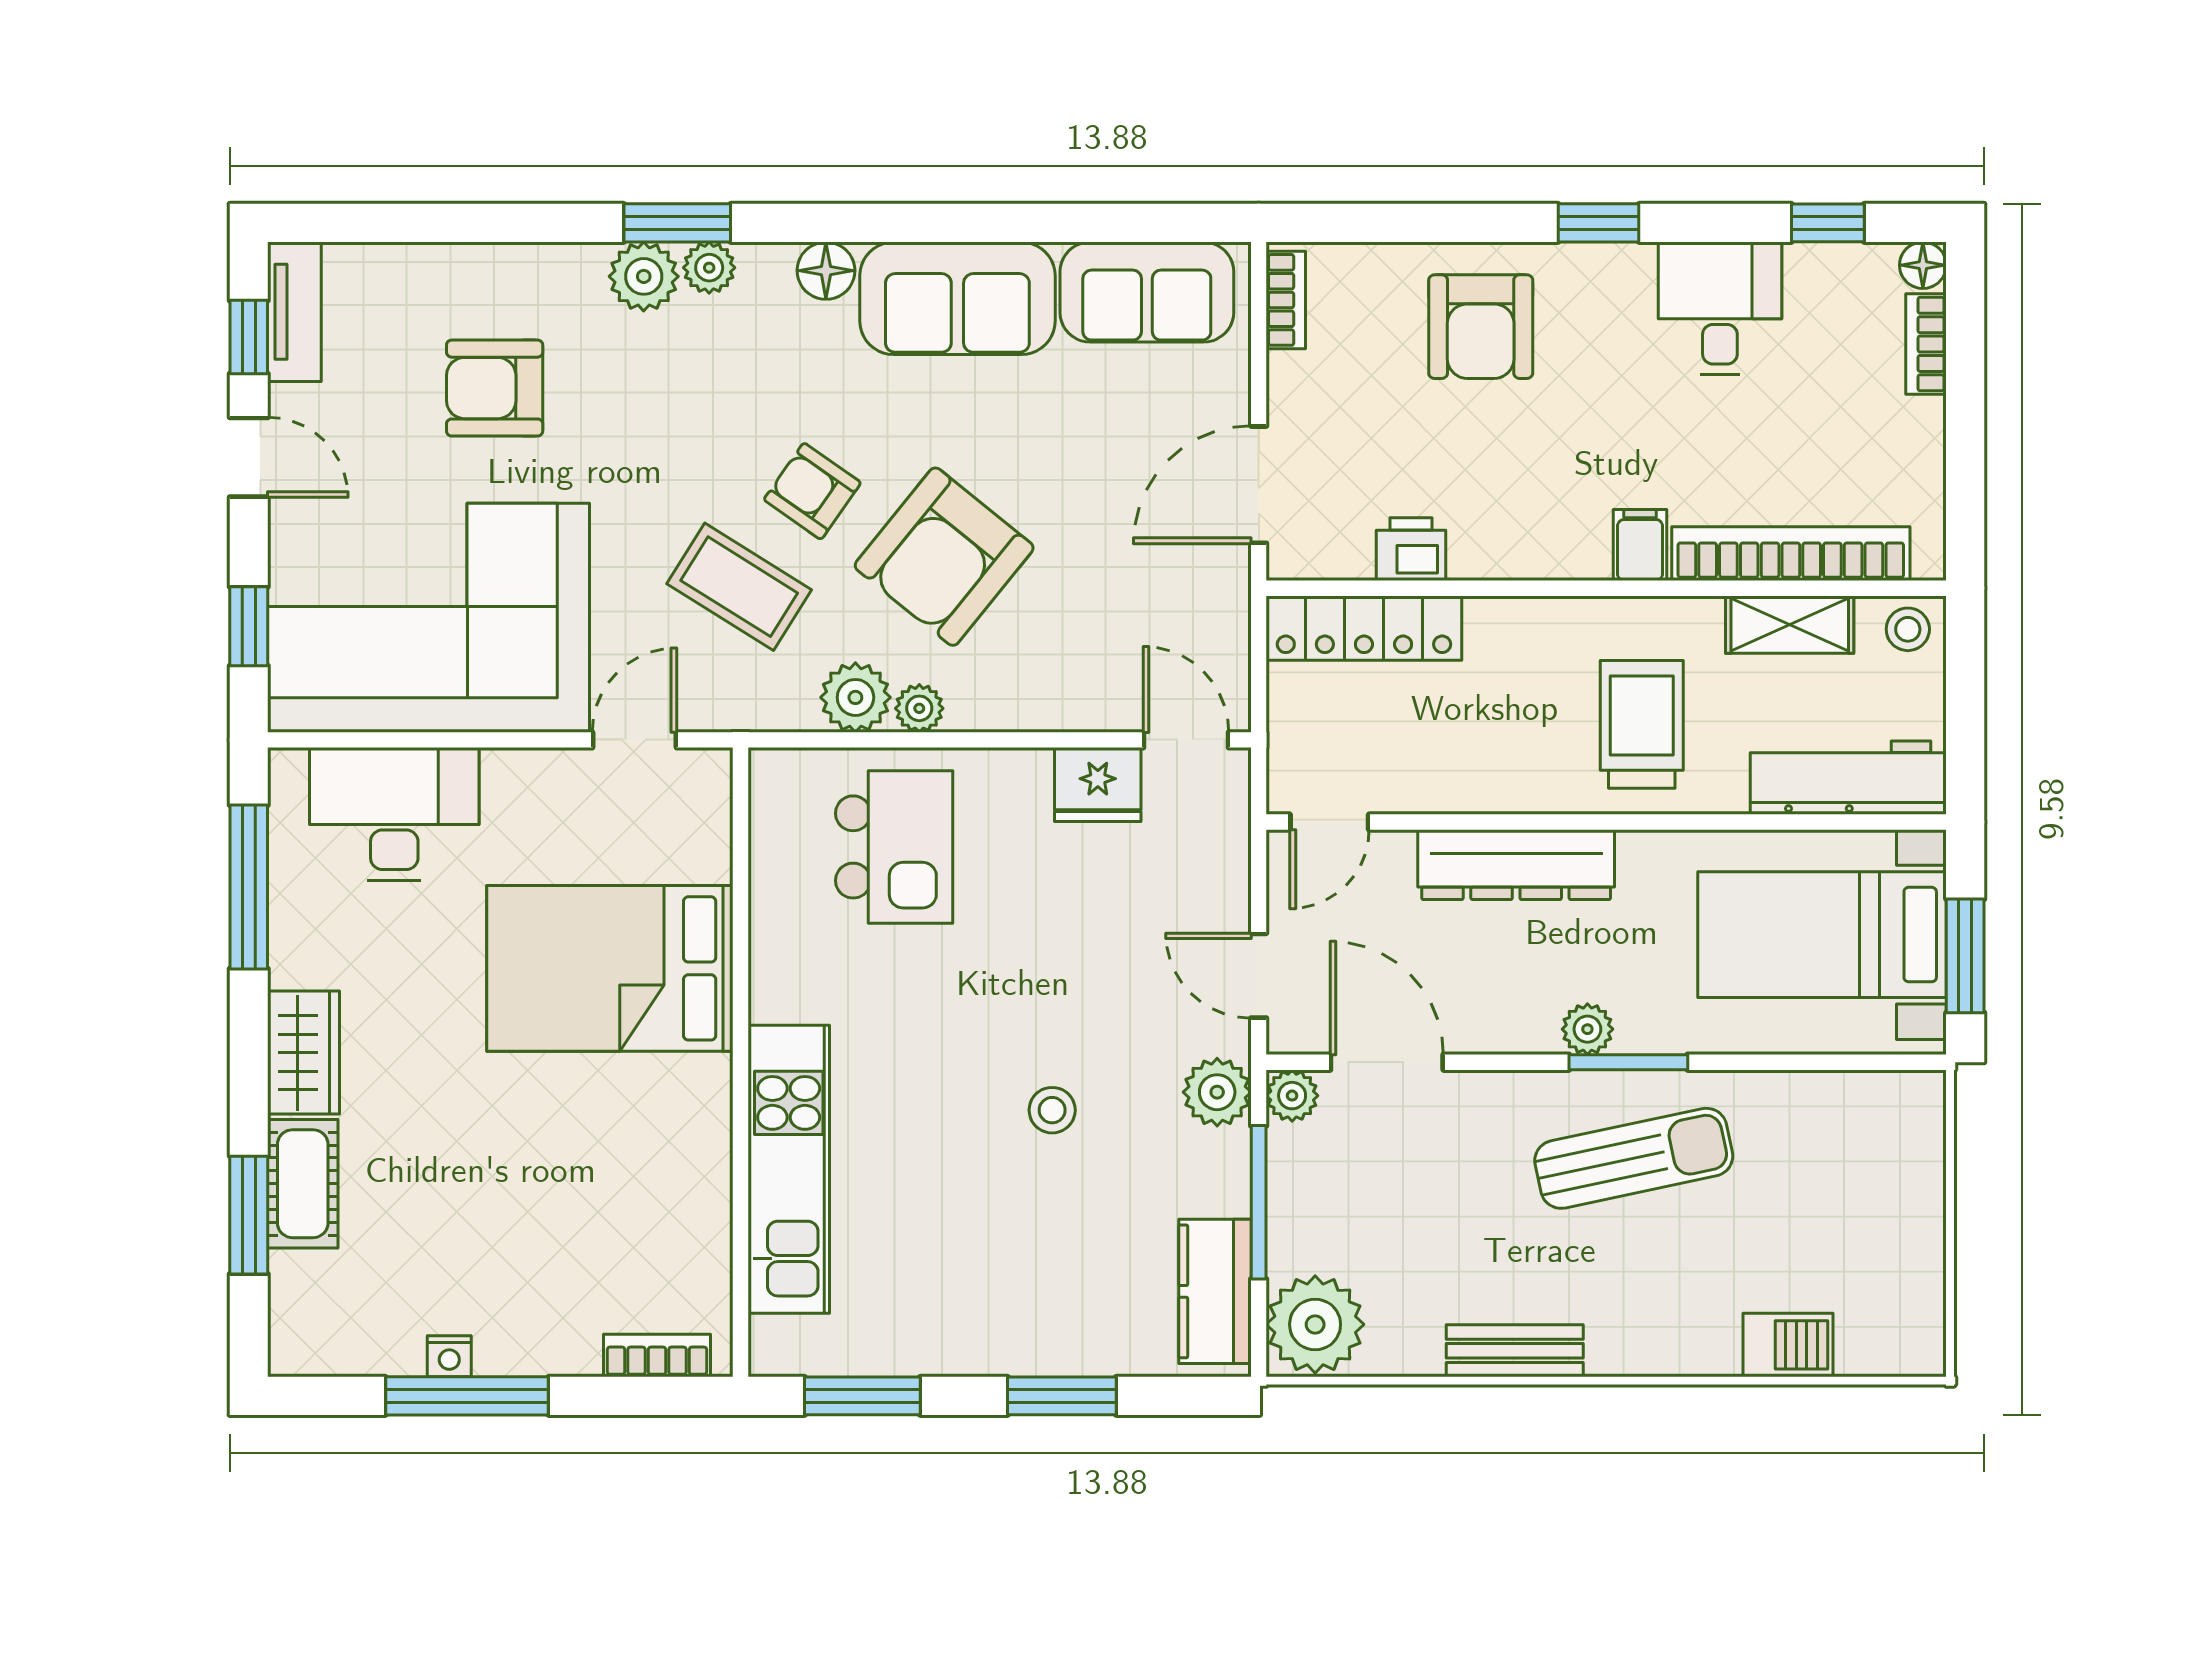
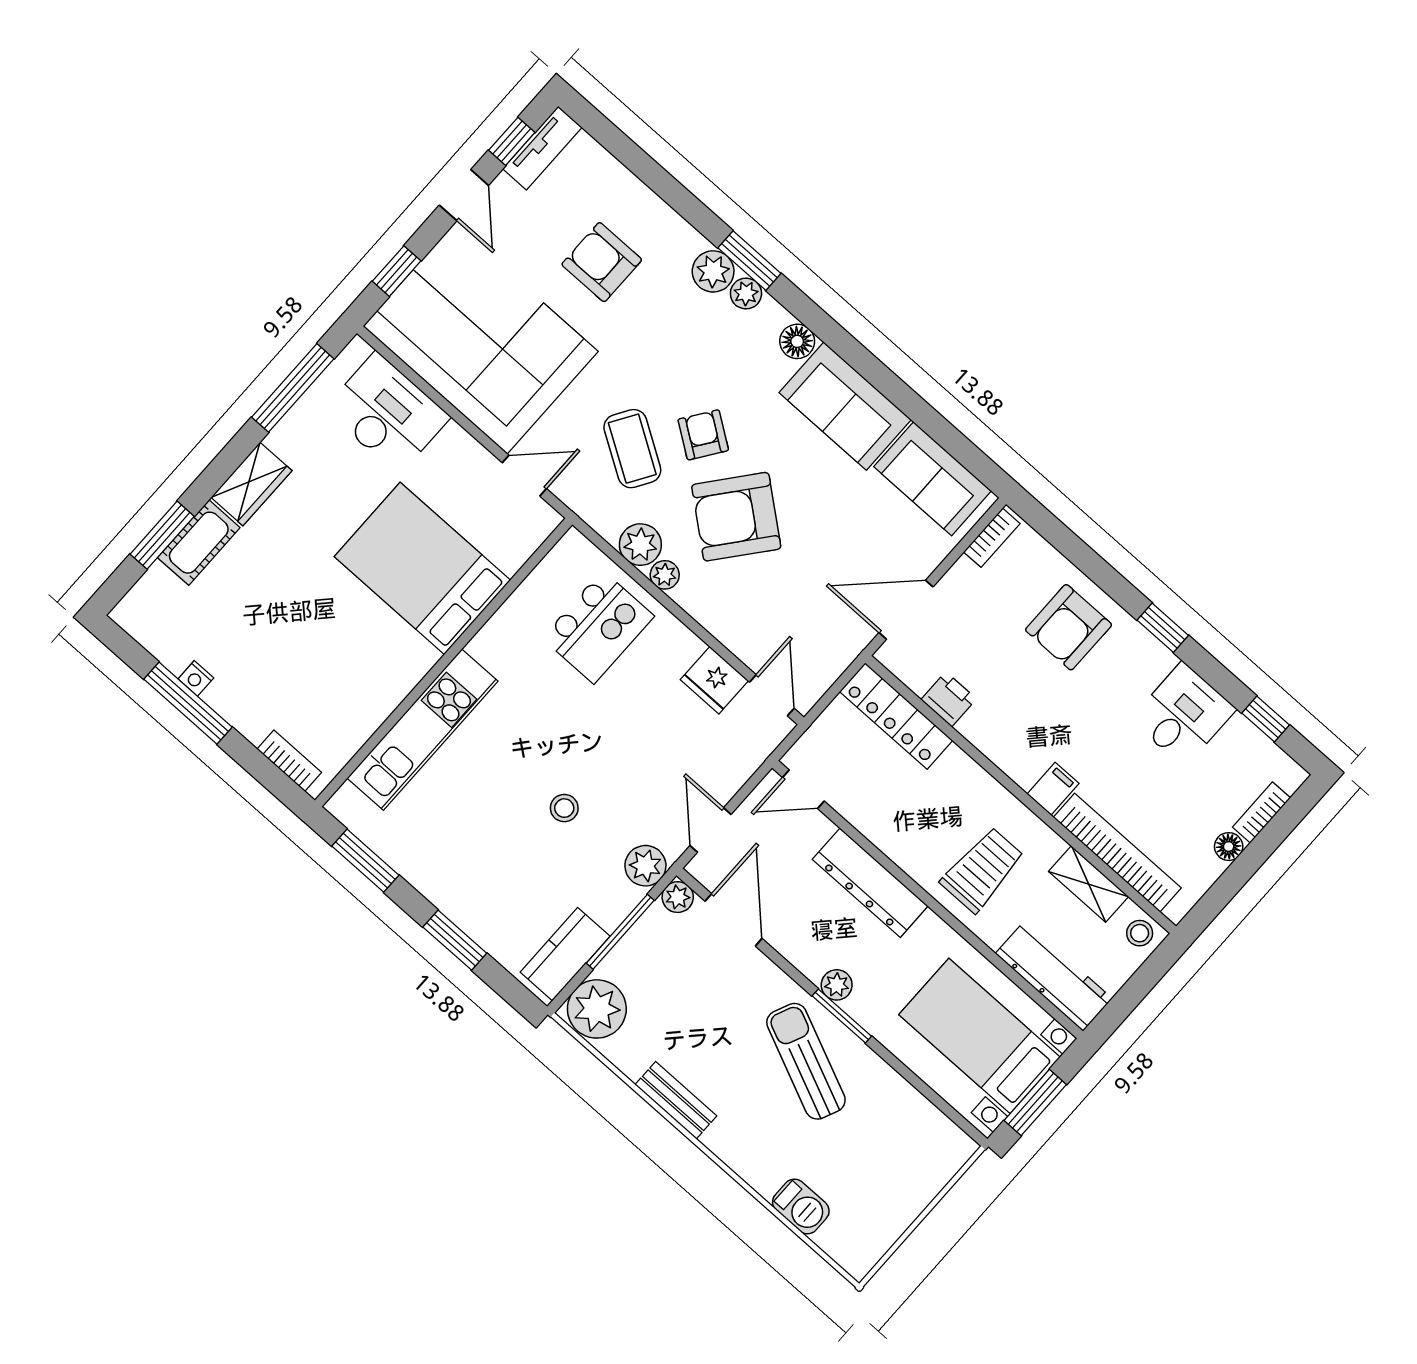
floor lamp: (1923, 265) -> (1229, 847), moved
sun lounger: (1634, 1158) -> (806, 1061), turned -144

